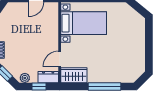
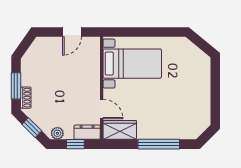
door: (60, 59) -> (102, 109), swing flipped

